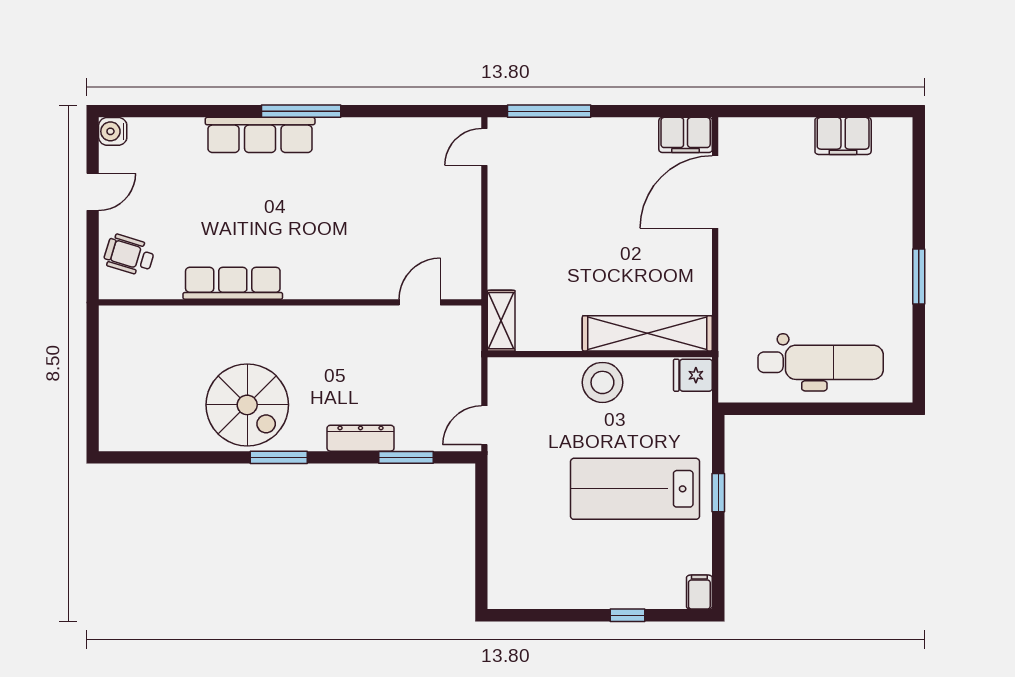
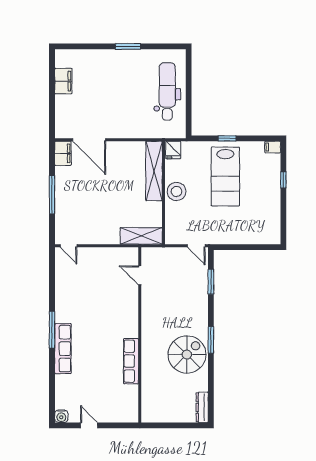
window: (549, 111) -> (52, 195), moved
wheelchair: (129, 255) -> (118, 409), removed
shelving: (501, 321) -> (141, 236), width x1.50, depth x1.33
dresser: (361, 438) -> (202, 407), moved

